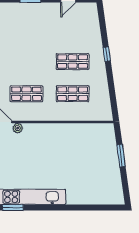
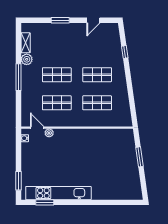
window: (107, 54) -> (125, 52), moved
shop shelf: (26, 62) -> (57, 75), added

